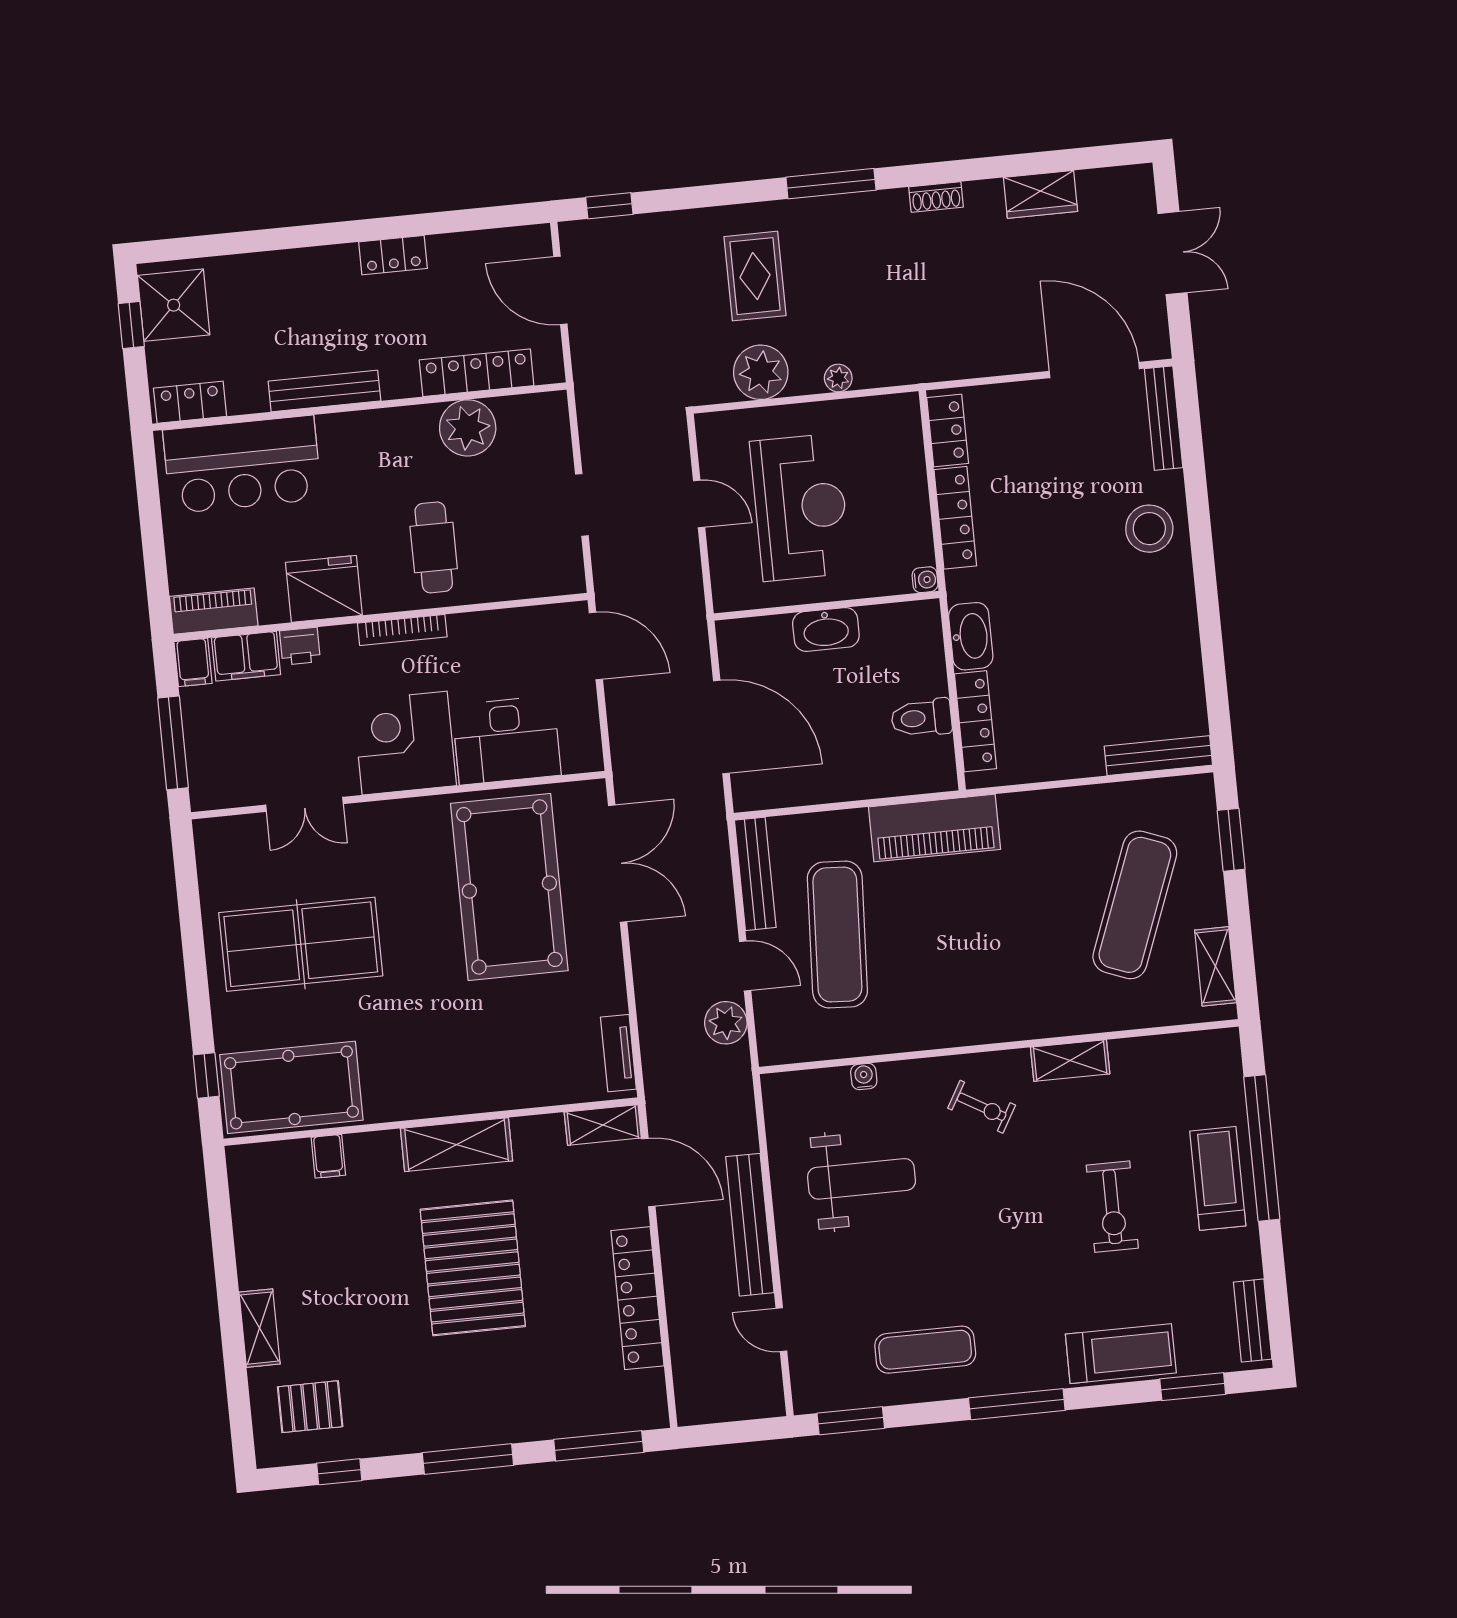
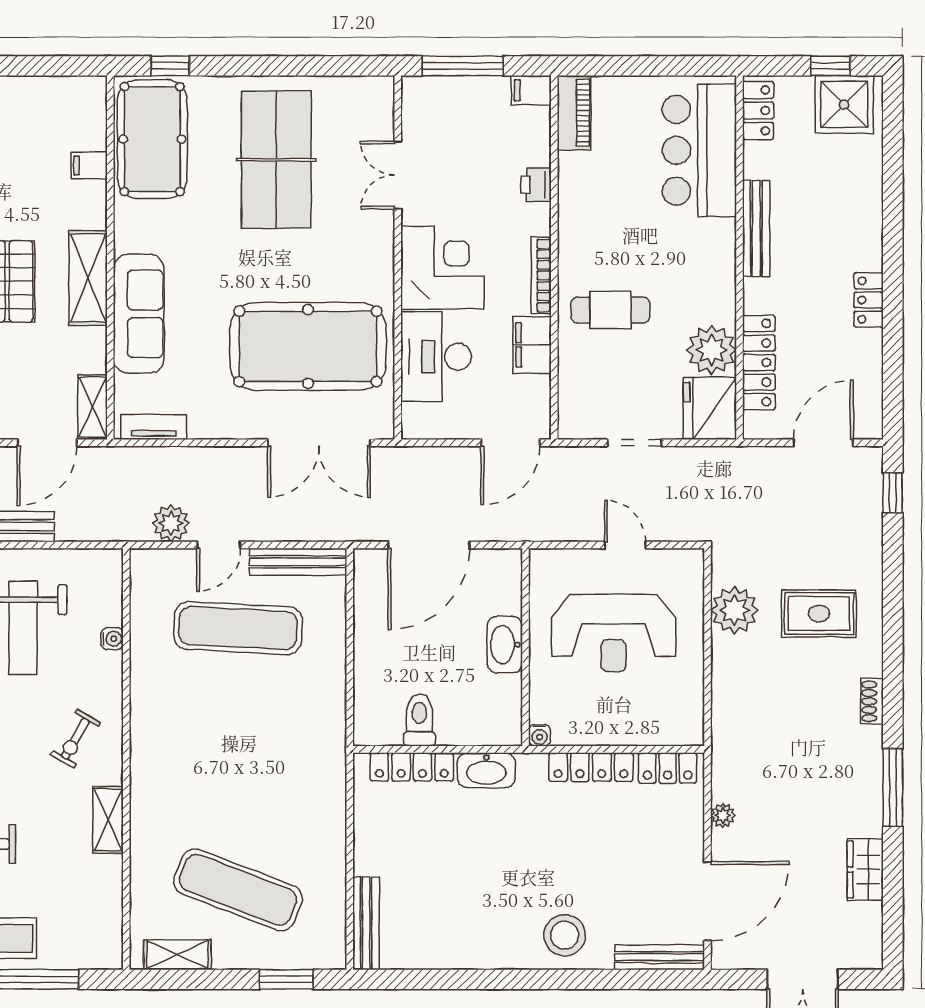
window: (831, 184) -> (893, 788), moved
shoe rack: (936, 197) -> (872, 701), moved
plant: (838, 378) -> (723, 815), moved
door: (699, 504) -> (625, 545), swing flipped
fridge: (324, 589) -> (710, 408), moved, turned 180
filing cabinet: (246, 656) -> (532, 345), moved
piano: (934, 828) -> (322, 722), removed
sofa: (491, 1083) -> (139, 314), added

